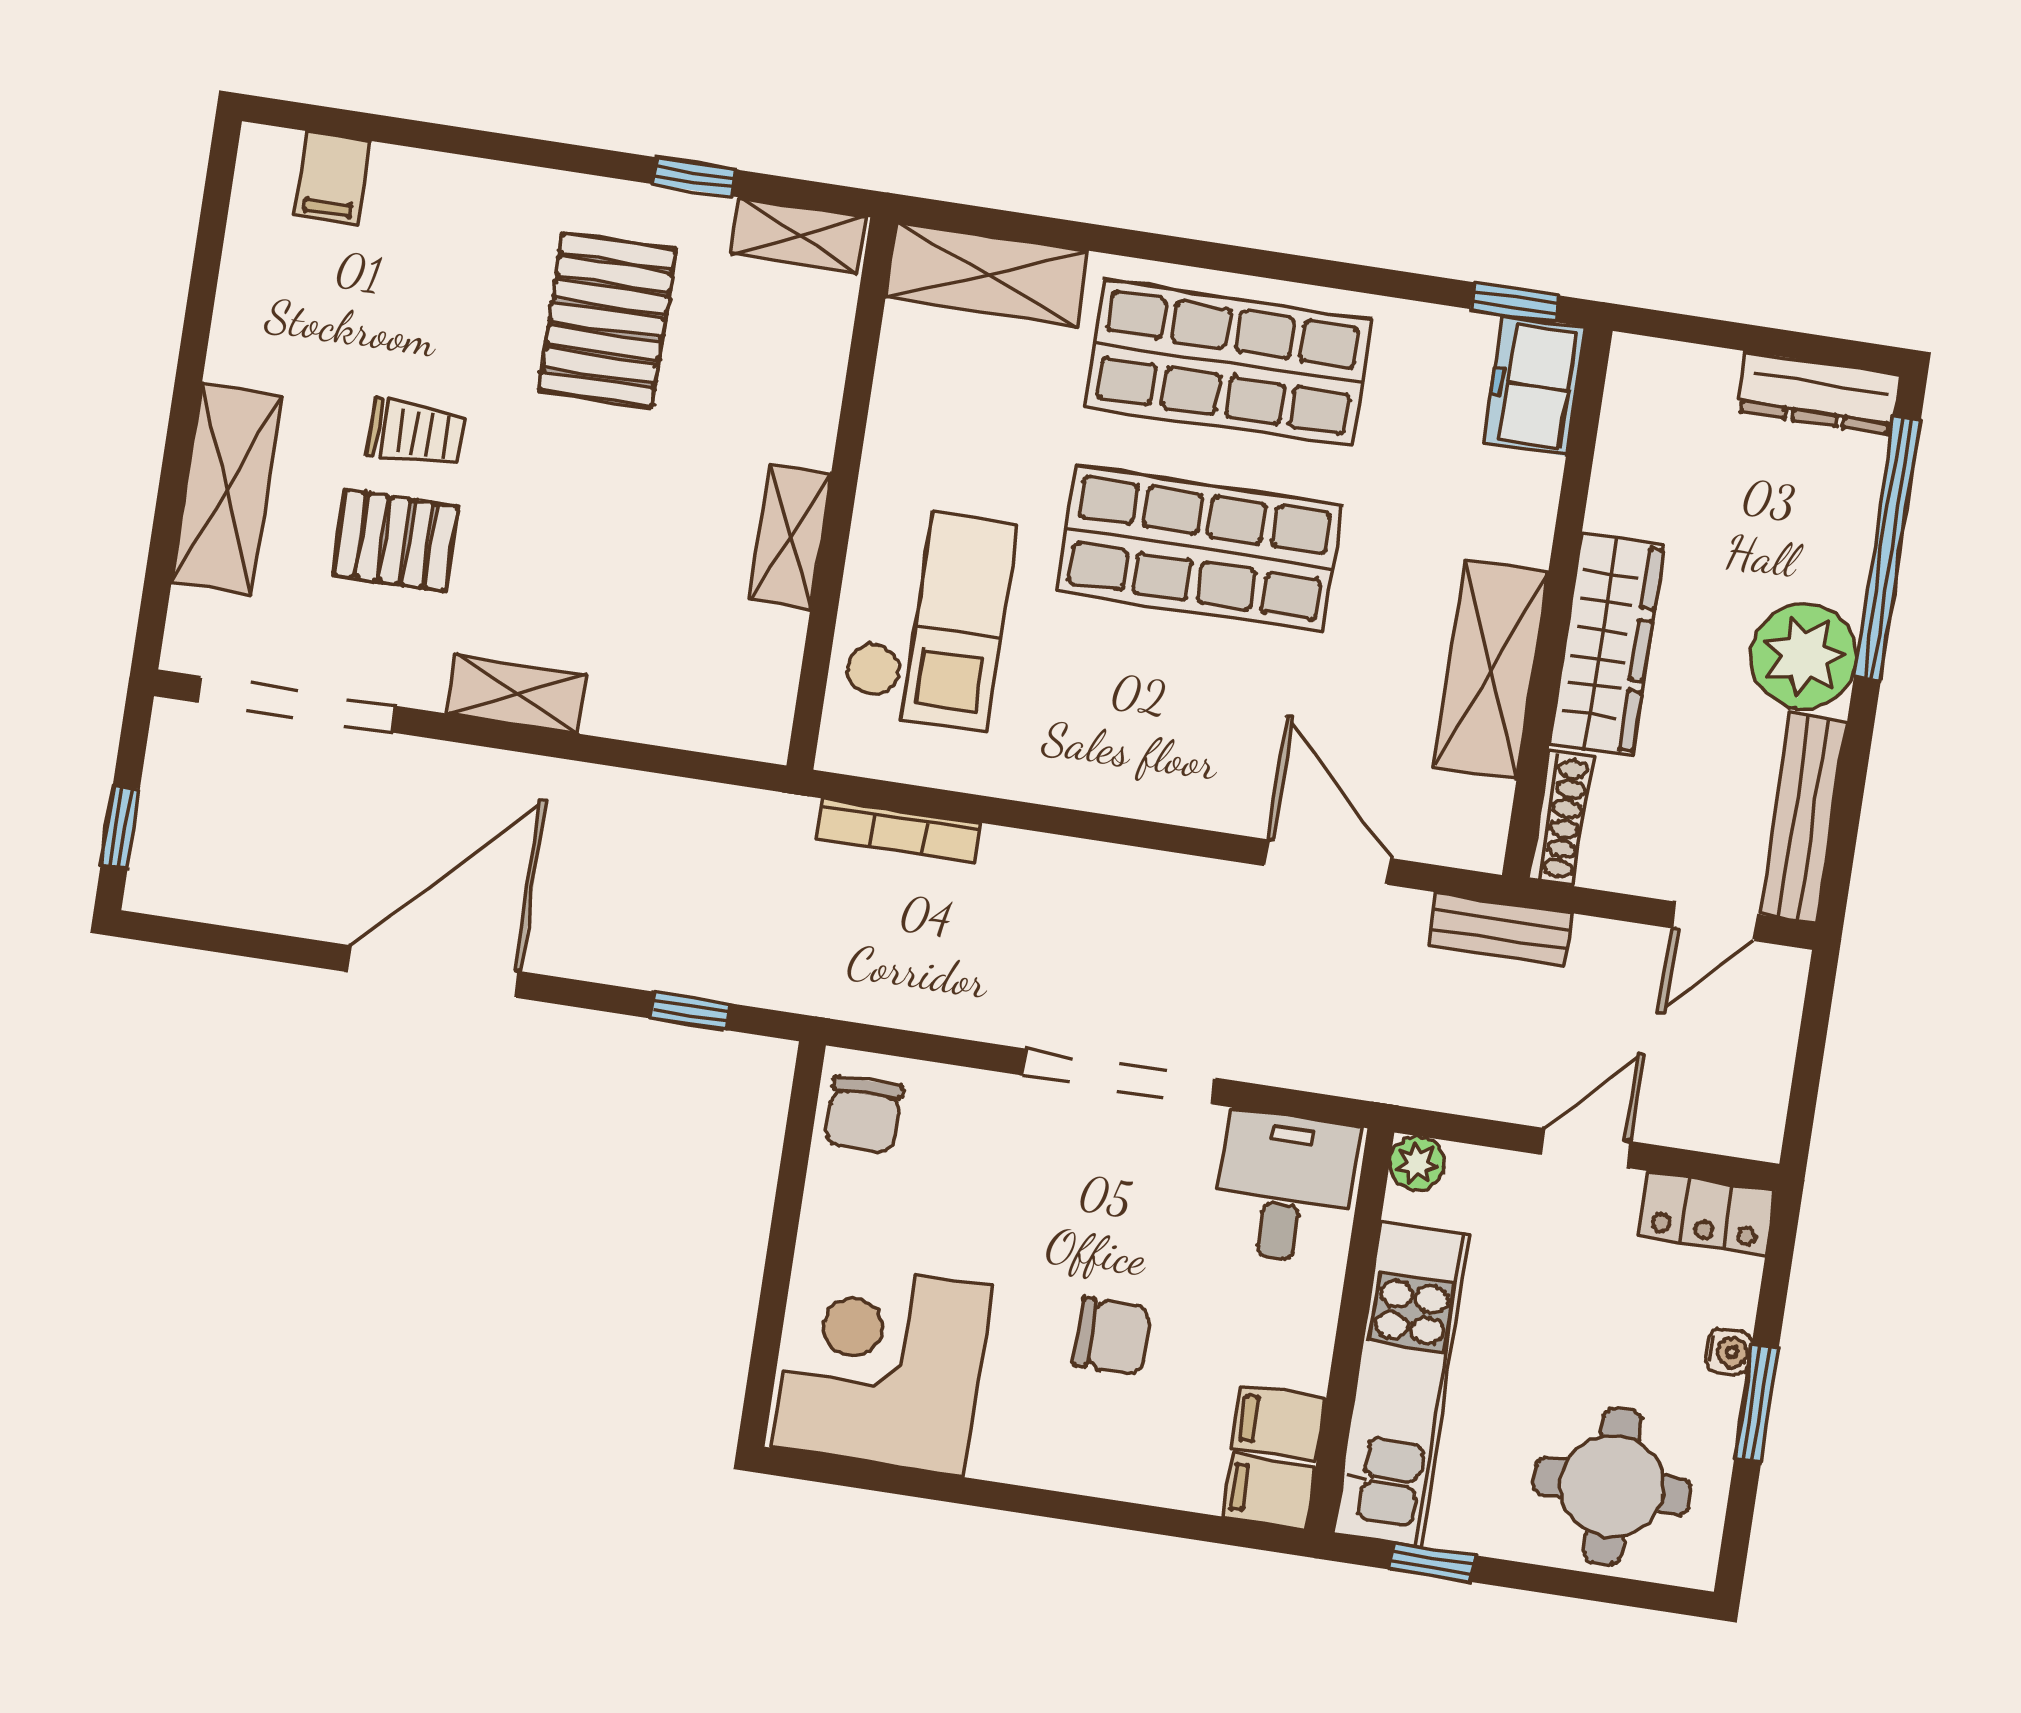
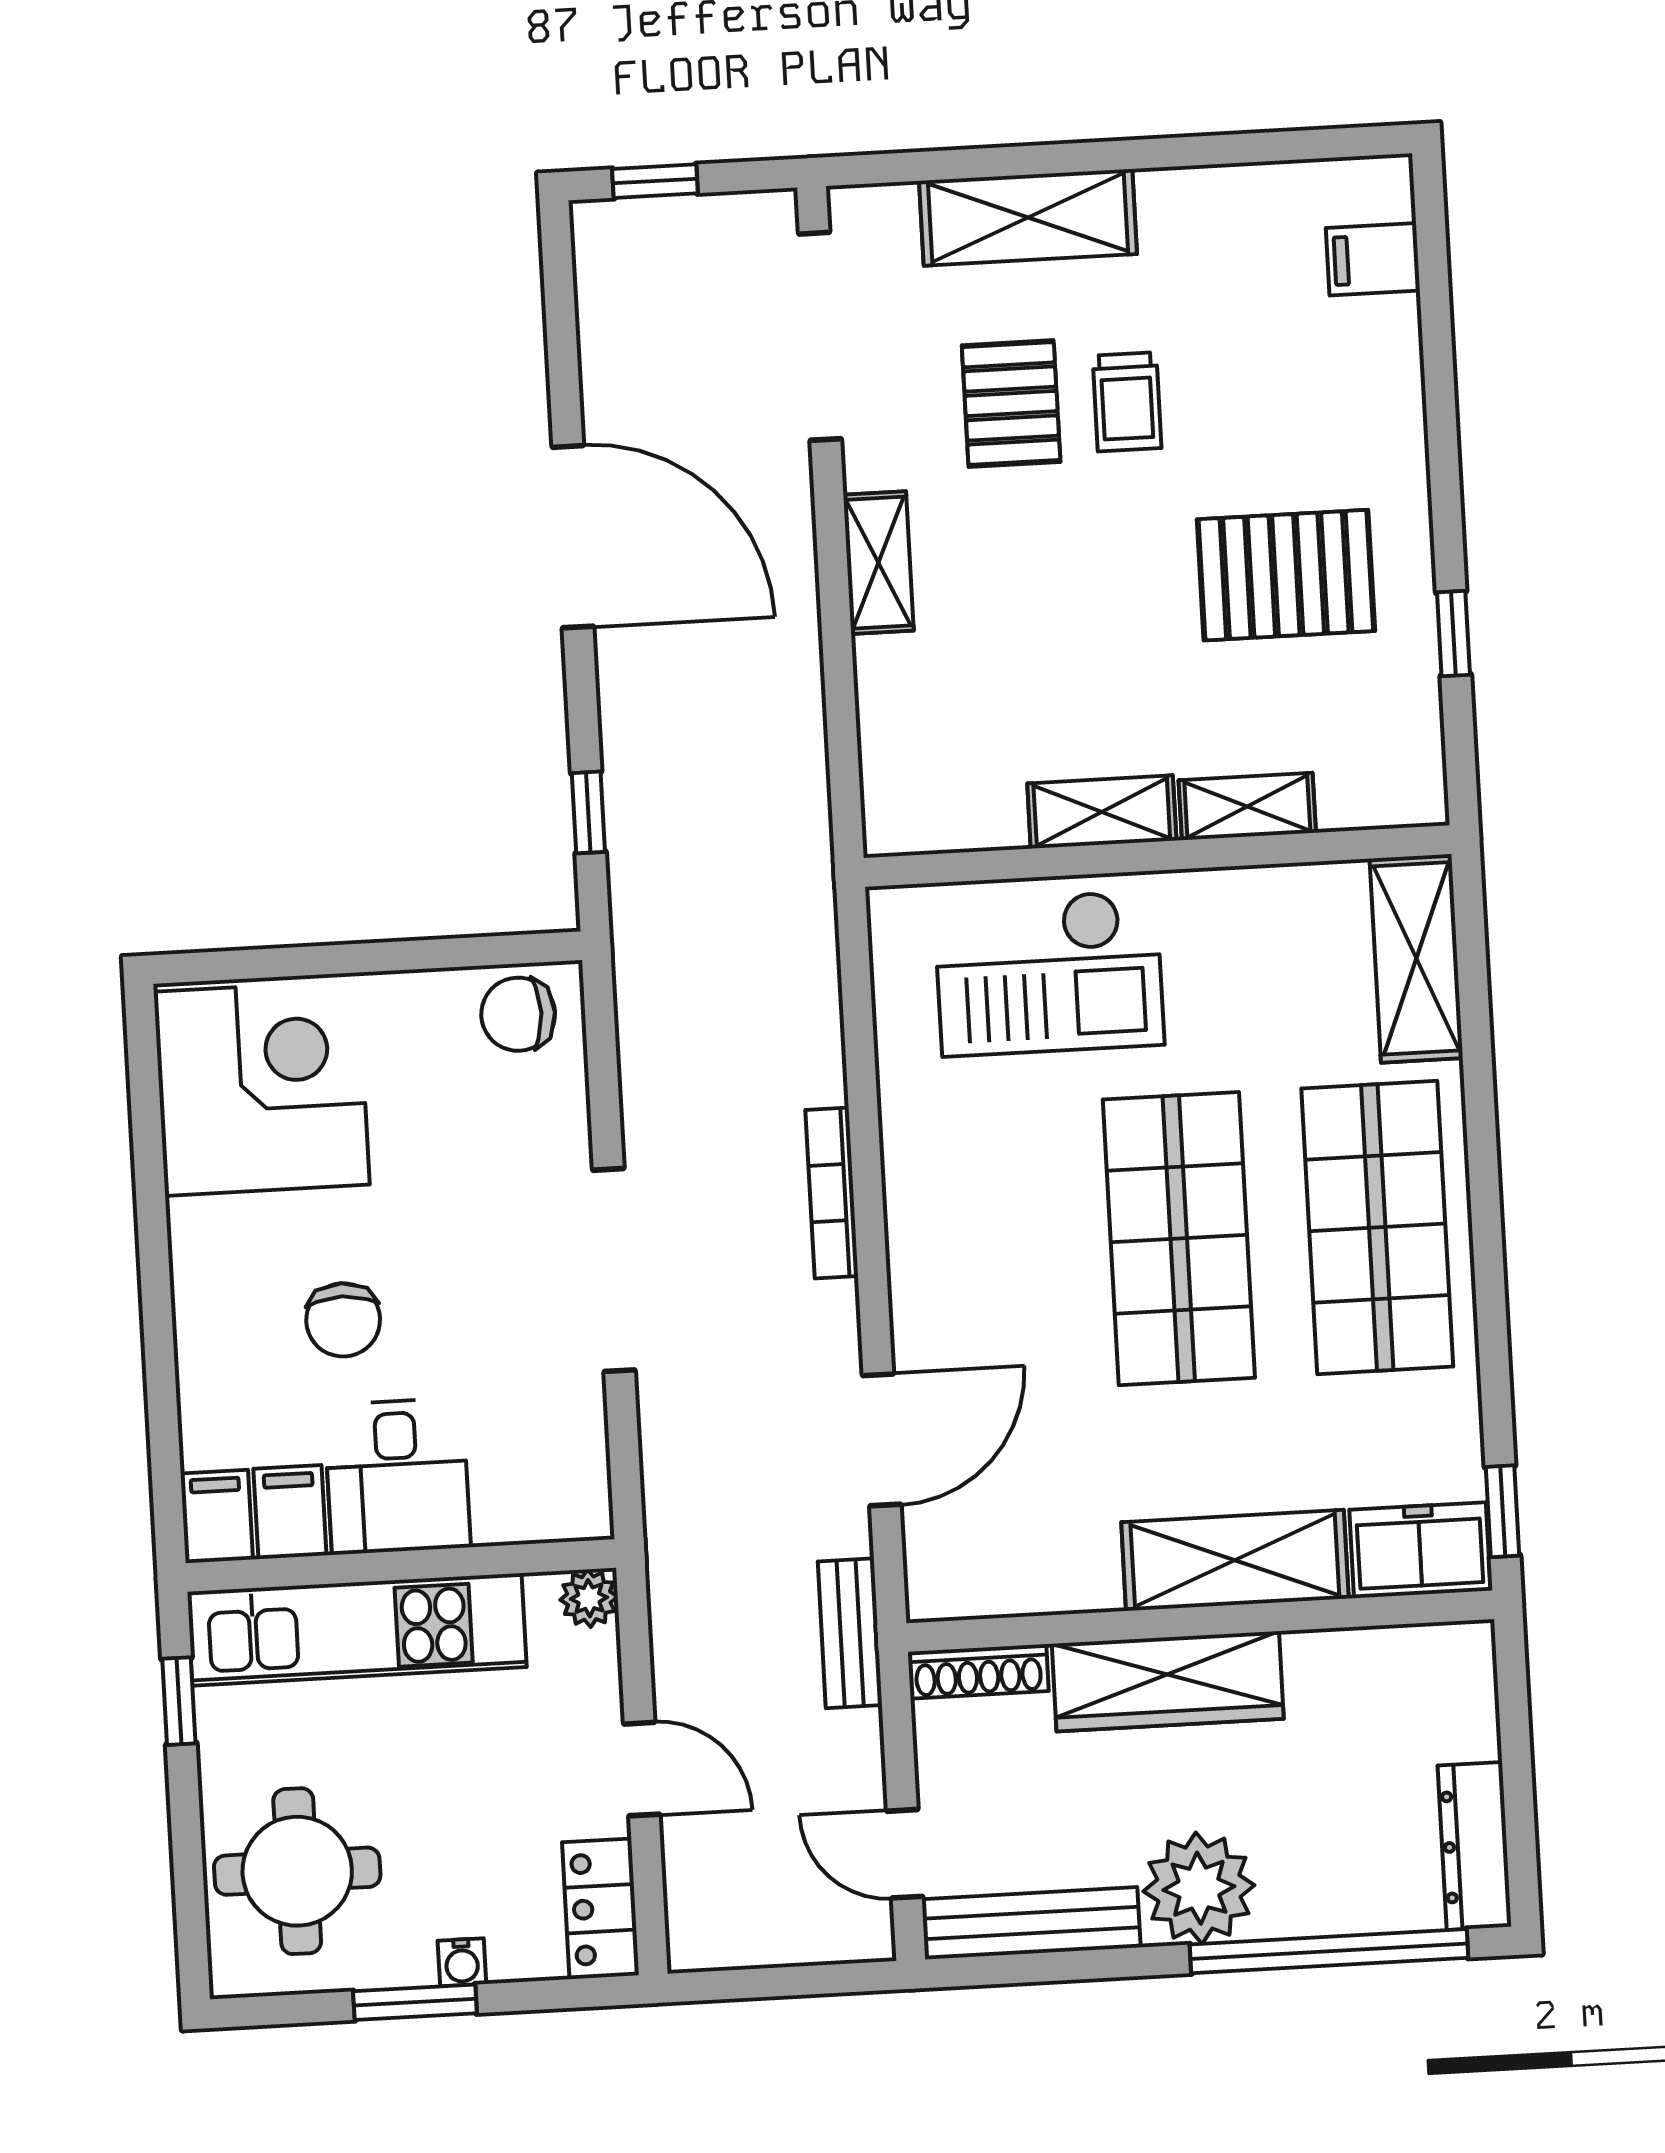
shelving: (798, 235) -> (1247, 806), moved, turned 90
shelving: (1491, 670) -> (1235, 1560), moved
bookcase: (899, 831) -> (832, 1193), moved
desk: (1285, 1187) -> (397, 1476), moved, turned 90

